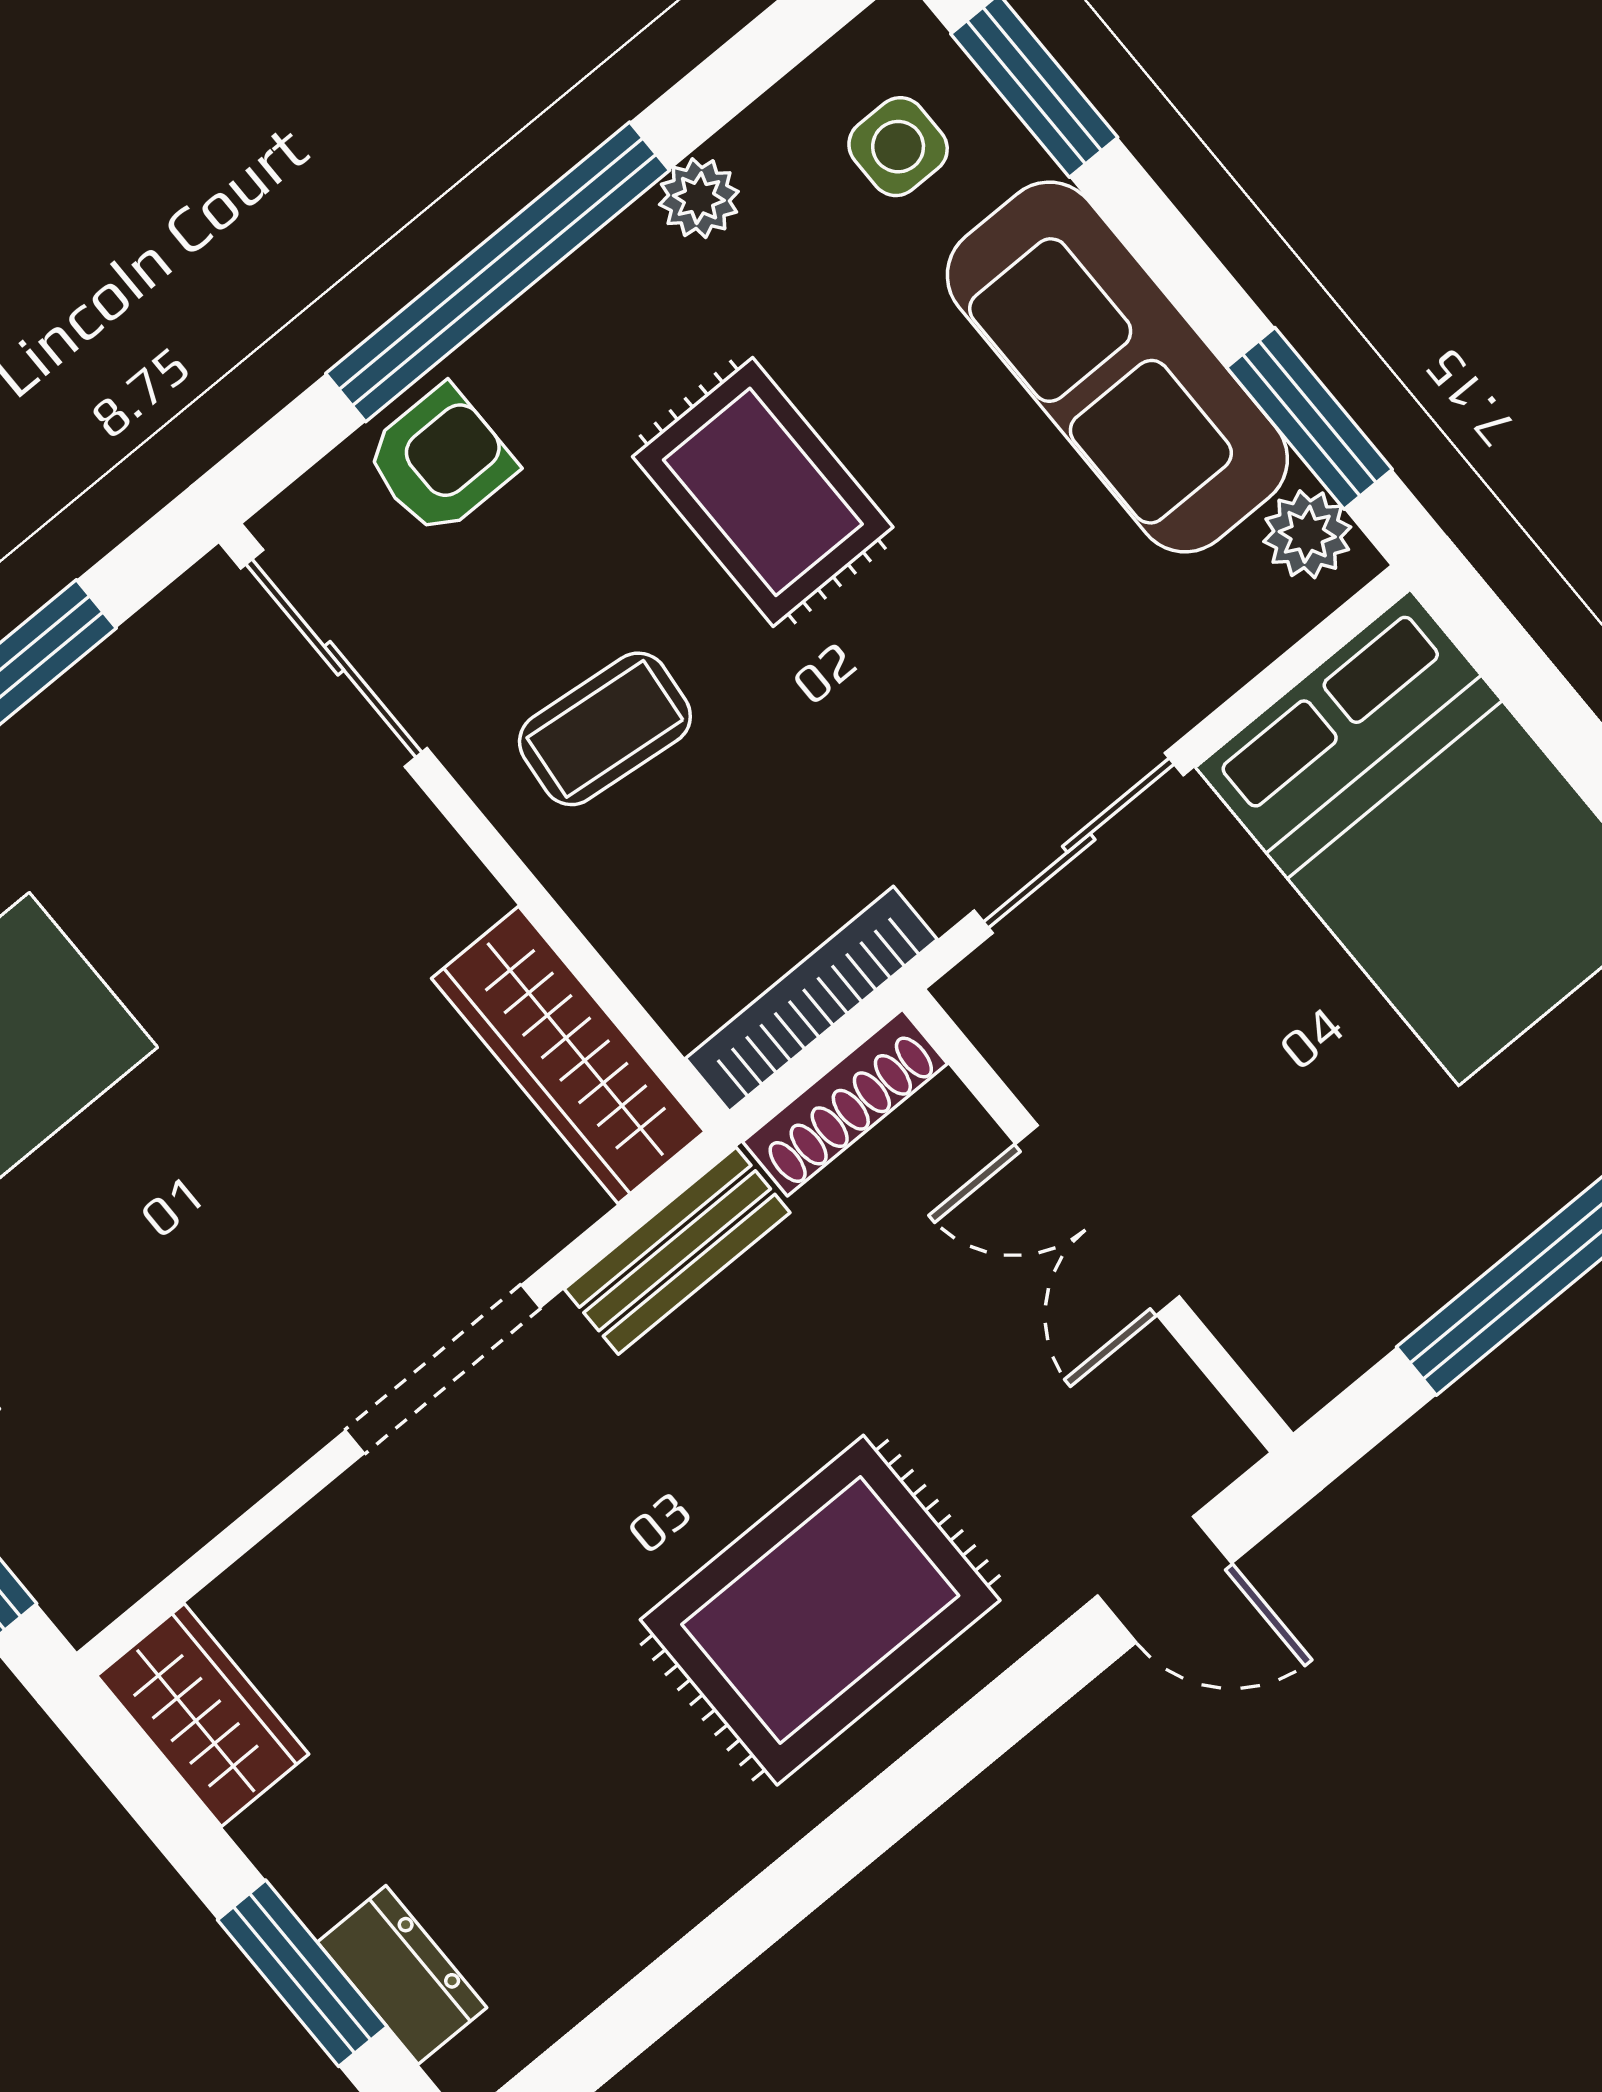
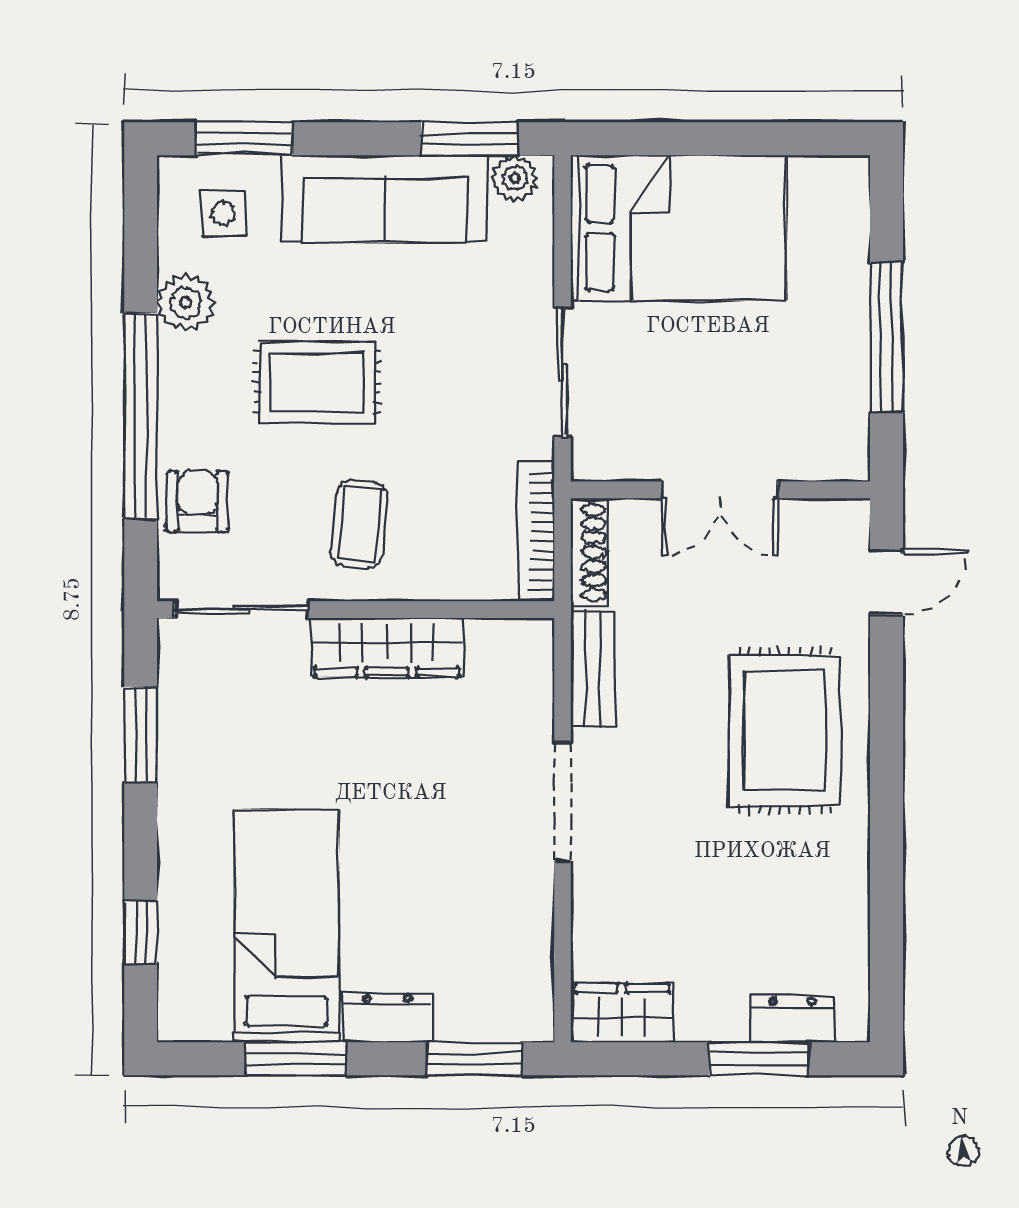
plant: (699, 198) -> (186, 303), width x1.38, depth x1.38
wardrobe: (568, 1055) -> (387, 647), moved

